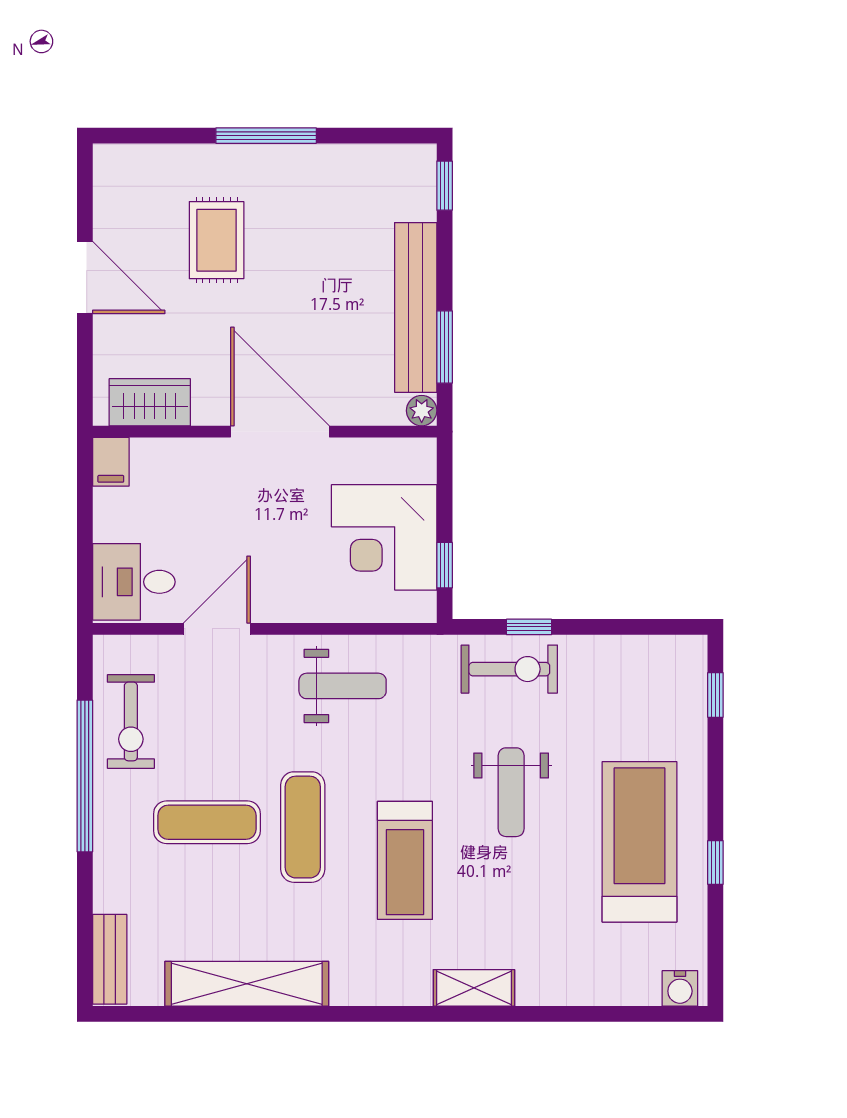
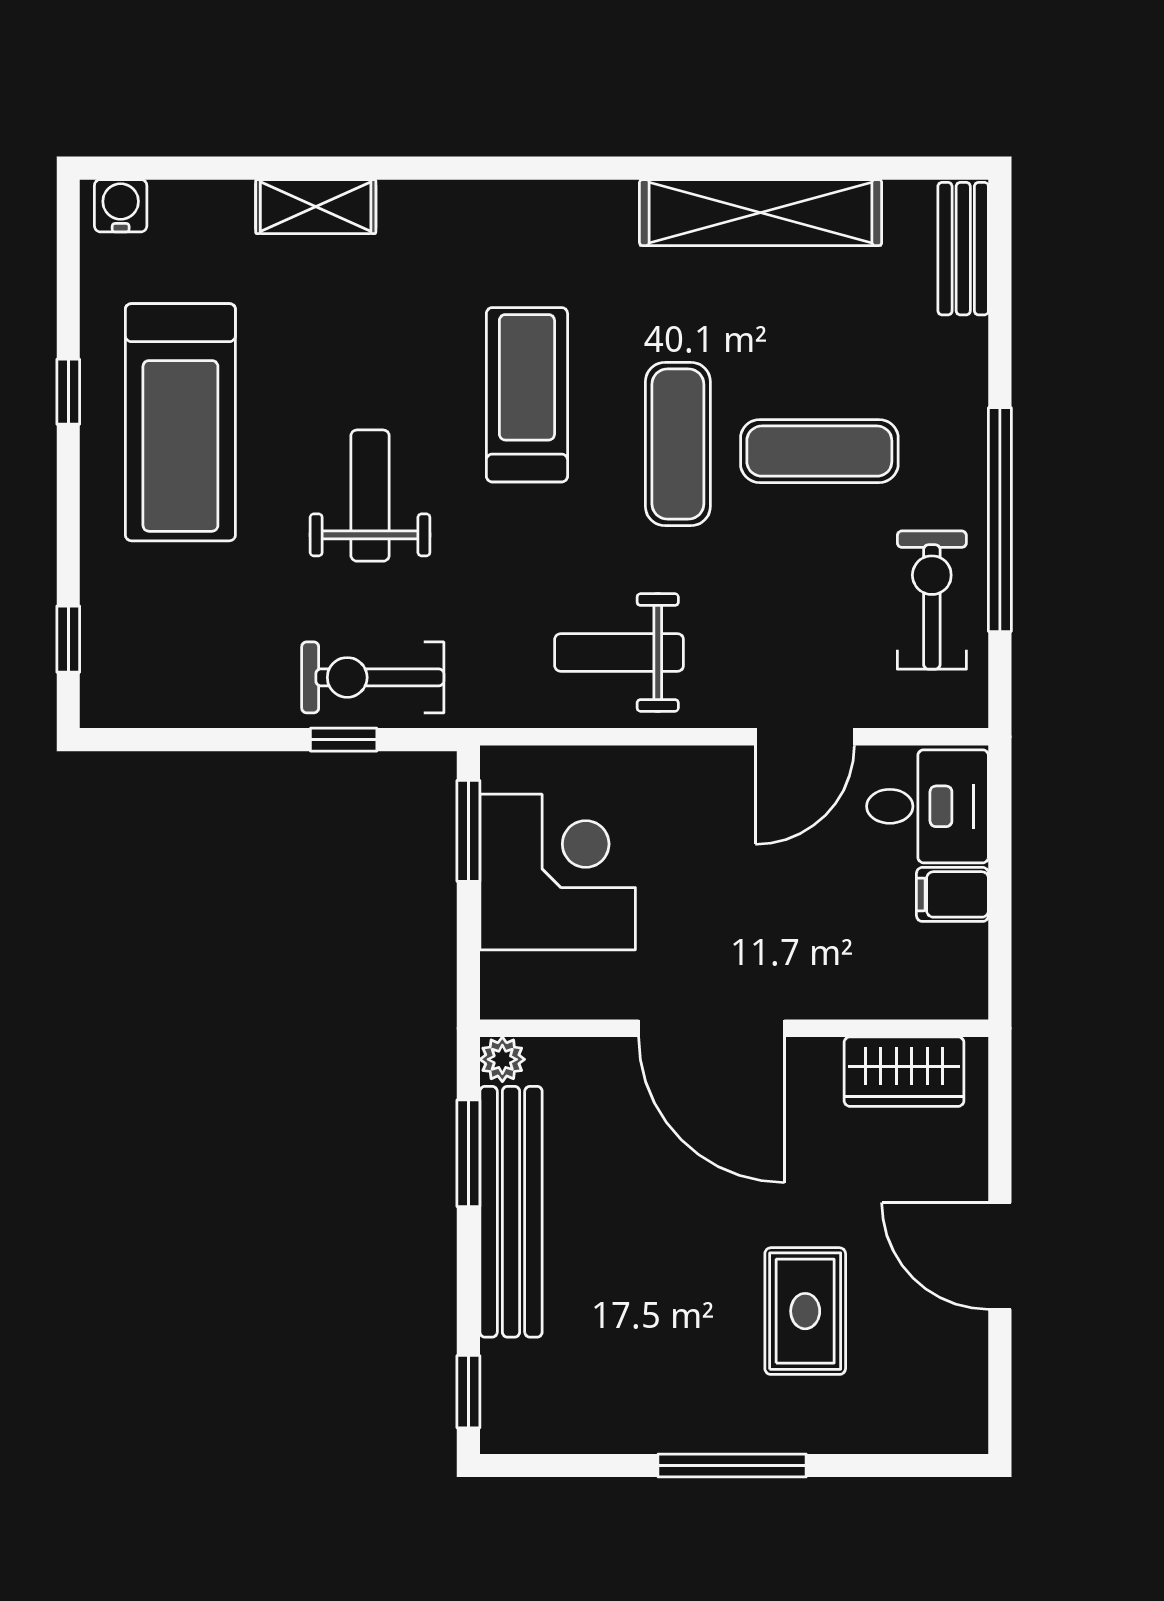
filing cabinet: (111, 462) -> (952, 894), moved, turned -90
window: (445, 565) -> (468, 831), width x1.50
shelving: (474, 988) -> (316, 207), moved

